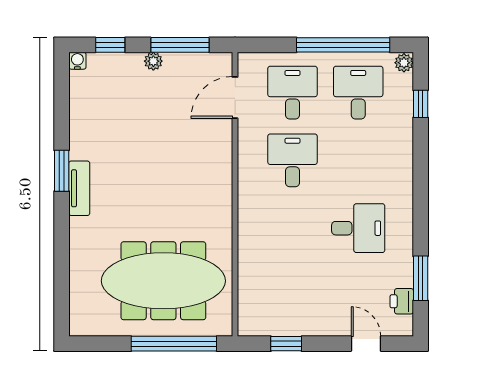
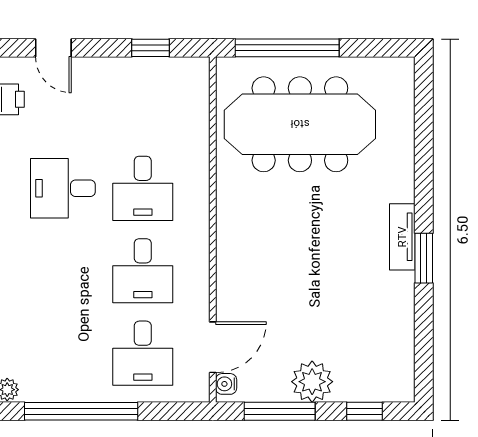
water cooler: (77, 61) -> (226, 384), moved, turned 90
plant: (153, 61) -> (312, 382), width x1.88, depth x1.88
desk: (358, 93) -> (143, 188), moved

